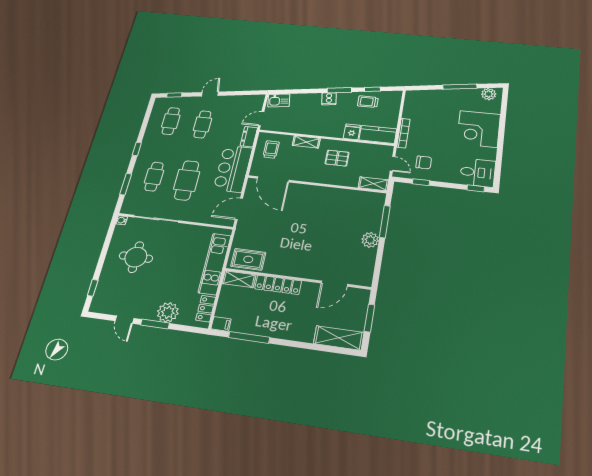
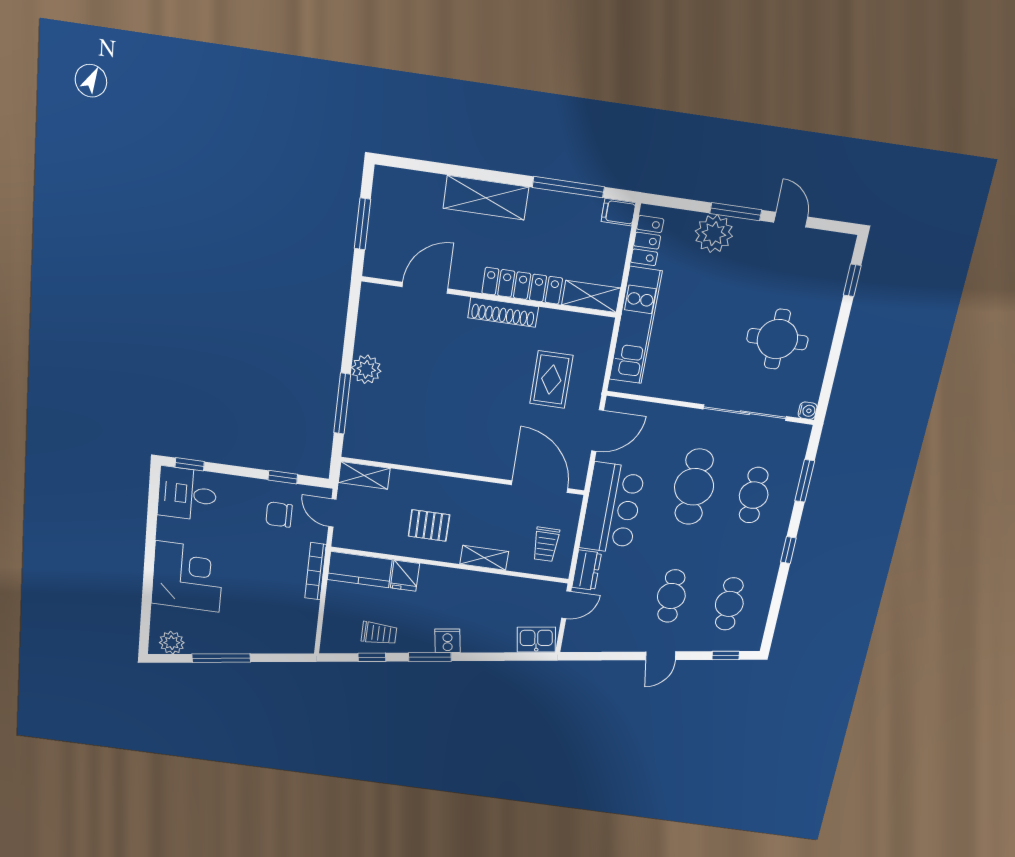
rug: (248, 259) -> (551, 379), moved, turned 90
shoe rack: (290, 271) -> (503, 312), added
shelving: (339, 338) -> (486, 198), moved

